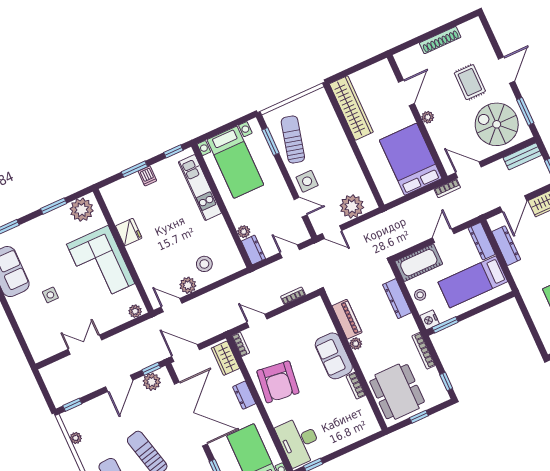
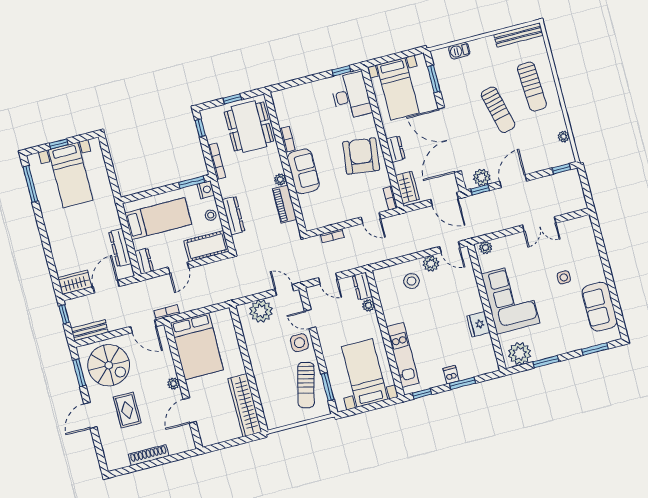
dresser: (482, 241) -> (144, 261), width x0.70

